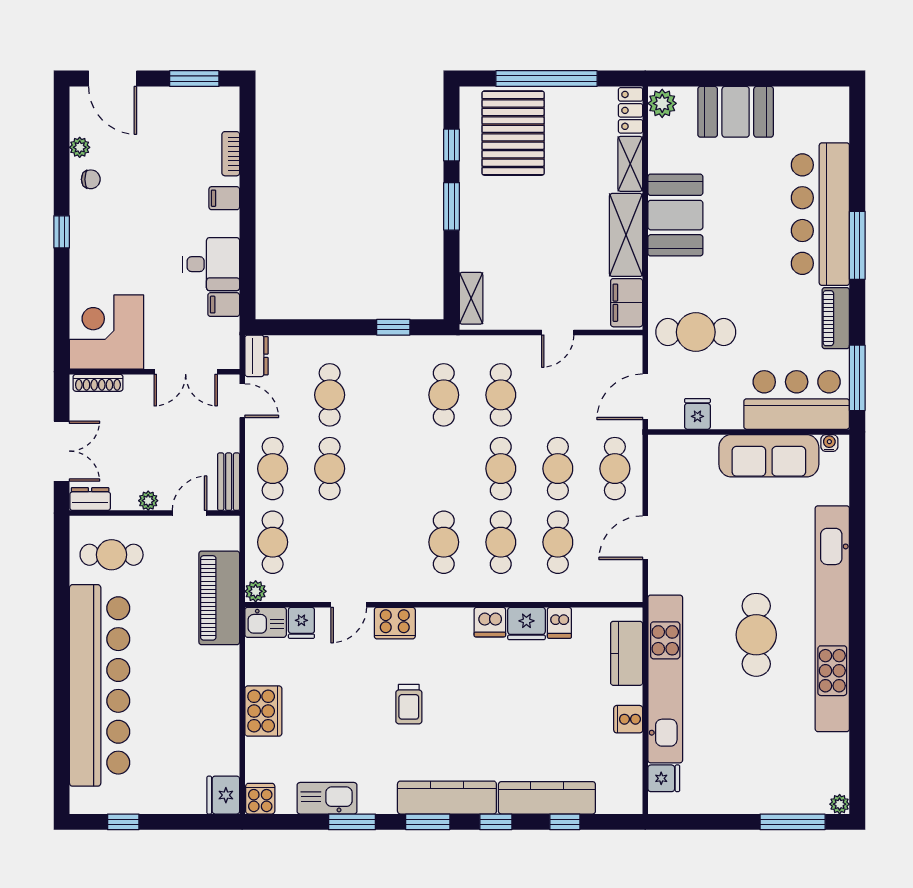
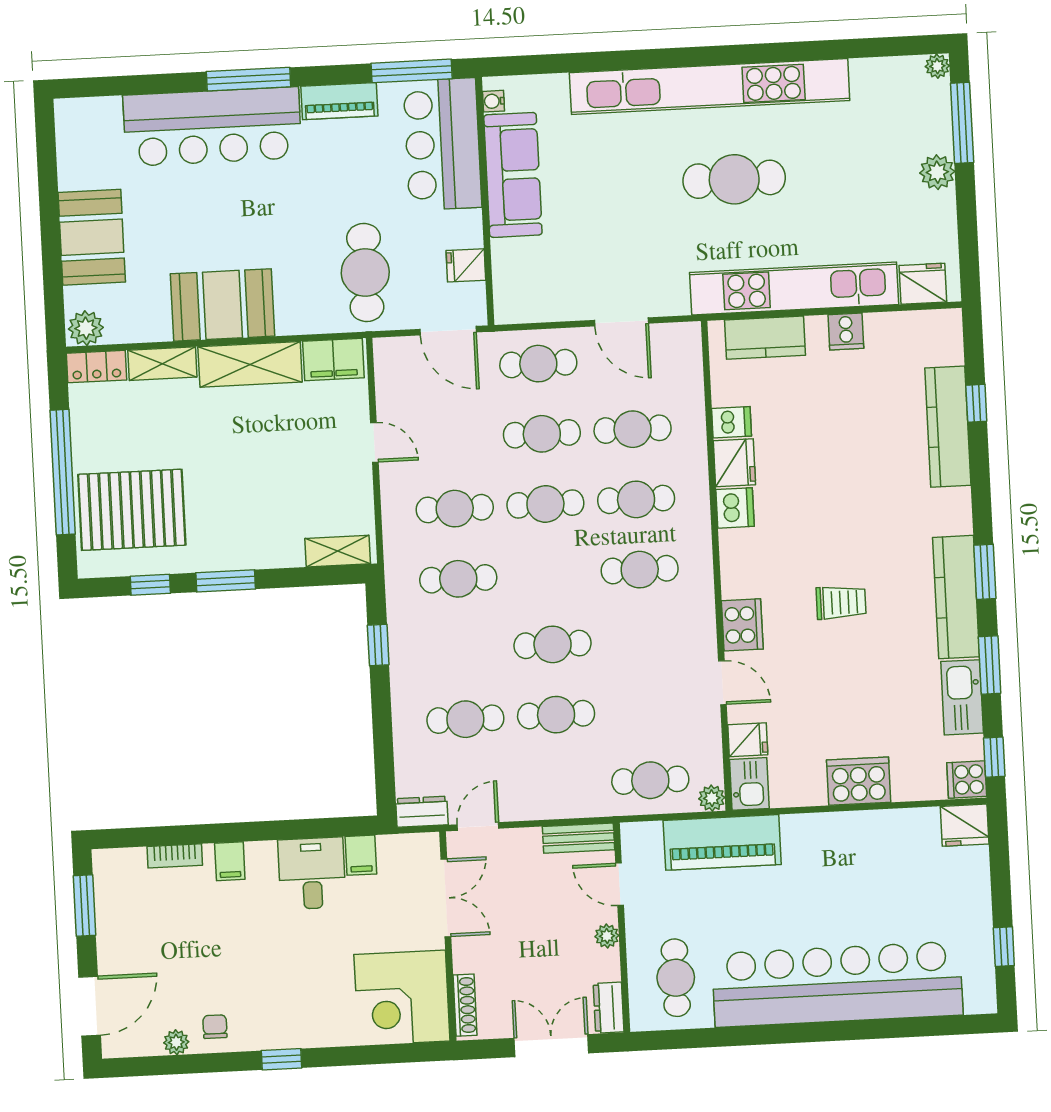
cafe table: (273, 469) -> (553, 644), moved
fridge: (664, 778) -> (923, 284), width x1.38
kitchen counter: (447, 798) -> (956, 597), moved
plant: (754, 800) -> (937, 172), added
window: (496, 822) -> (994, 757), moved

